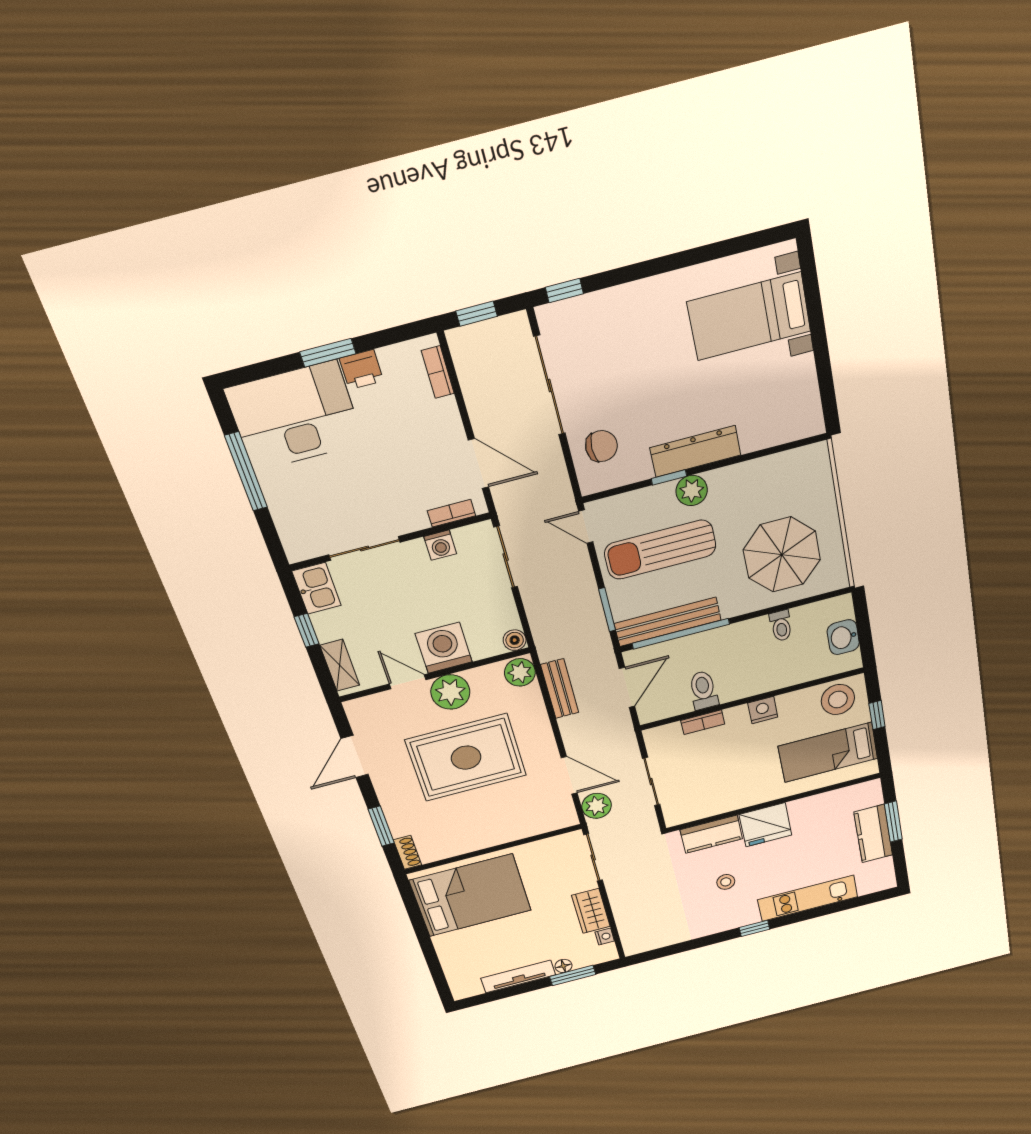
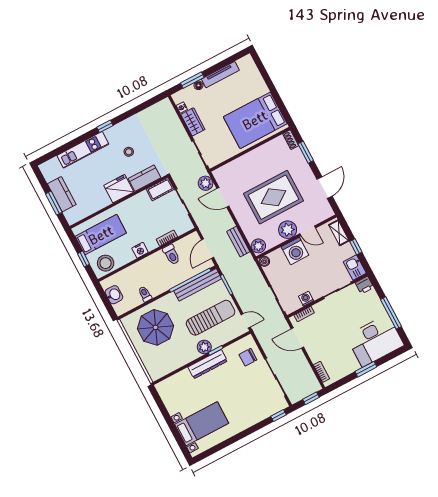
printer: (361, 370) -> (364, 285), moved, turned 180
cot: (688, 810) -> (160, 189), added

